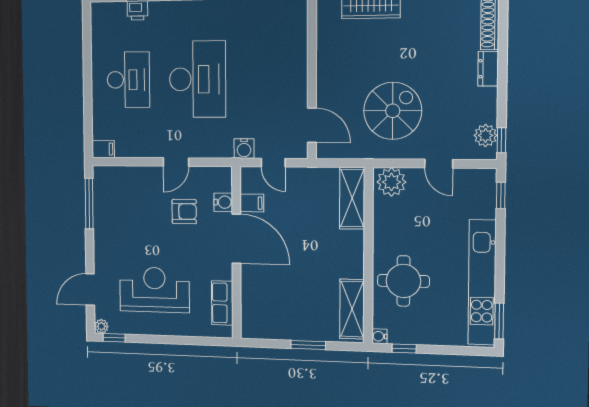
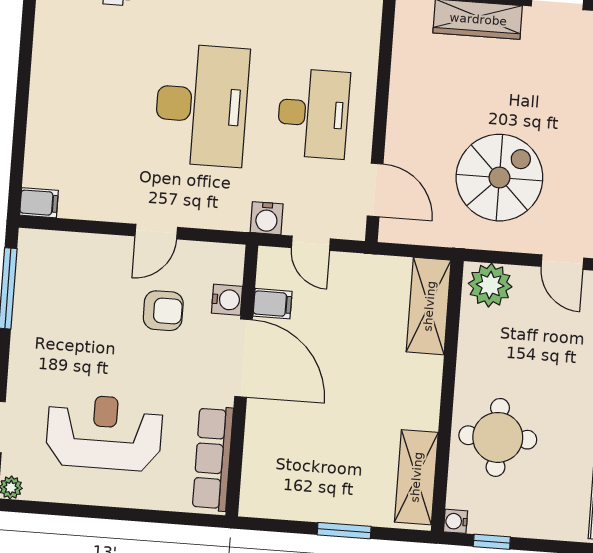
desk: (128, 80) -> (313, 114), moved
row of seats: (222, 303) -> (213, 459), width x1.48
window: (114, 338) -> (31, 507), removed

